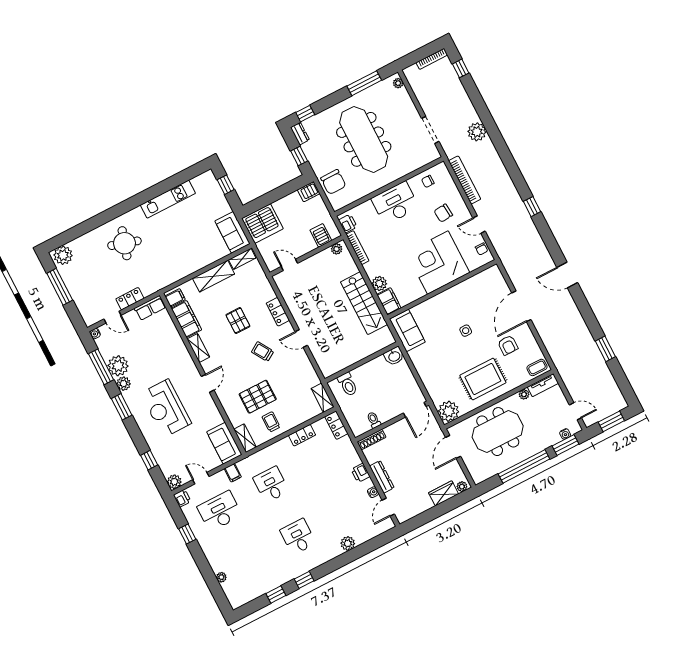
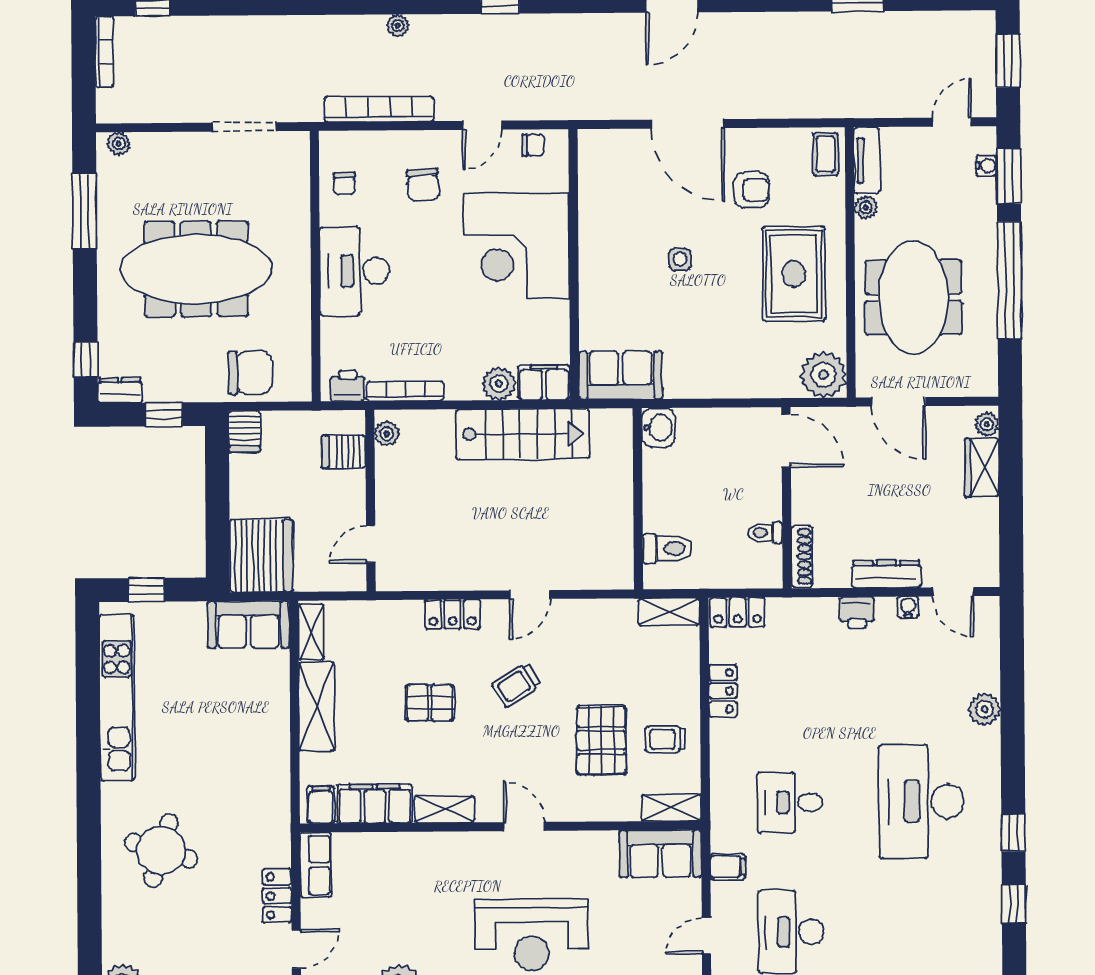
plant: (477, 132) -> (398, 25), moved, width x0.53, depth x0.53
kitchen unit: (168, 199) -> (117, 697), width x1.36
desk: (298, 537) -> (921, 801), width x1.87, depth x1.30

